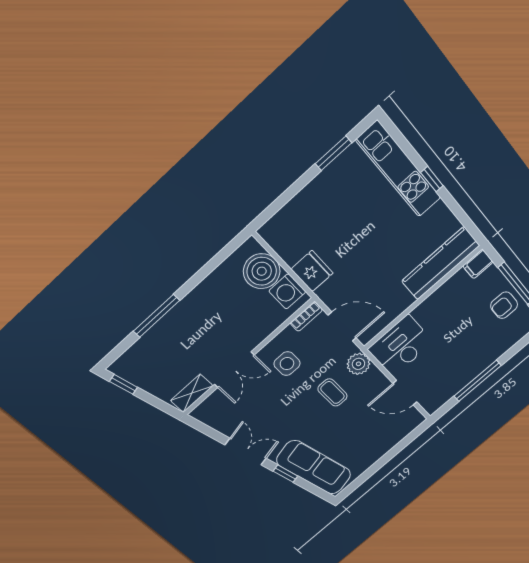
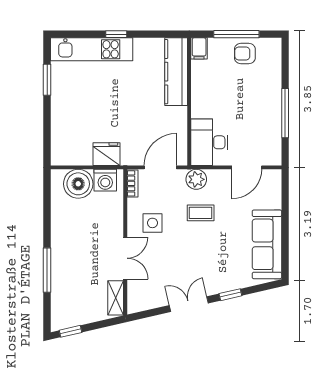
armchair: (504, 305) -> (245, 53), turned 90
sofa: (314, 467) -> (267, 244), moved, turned -77

